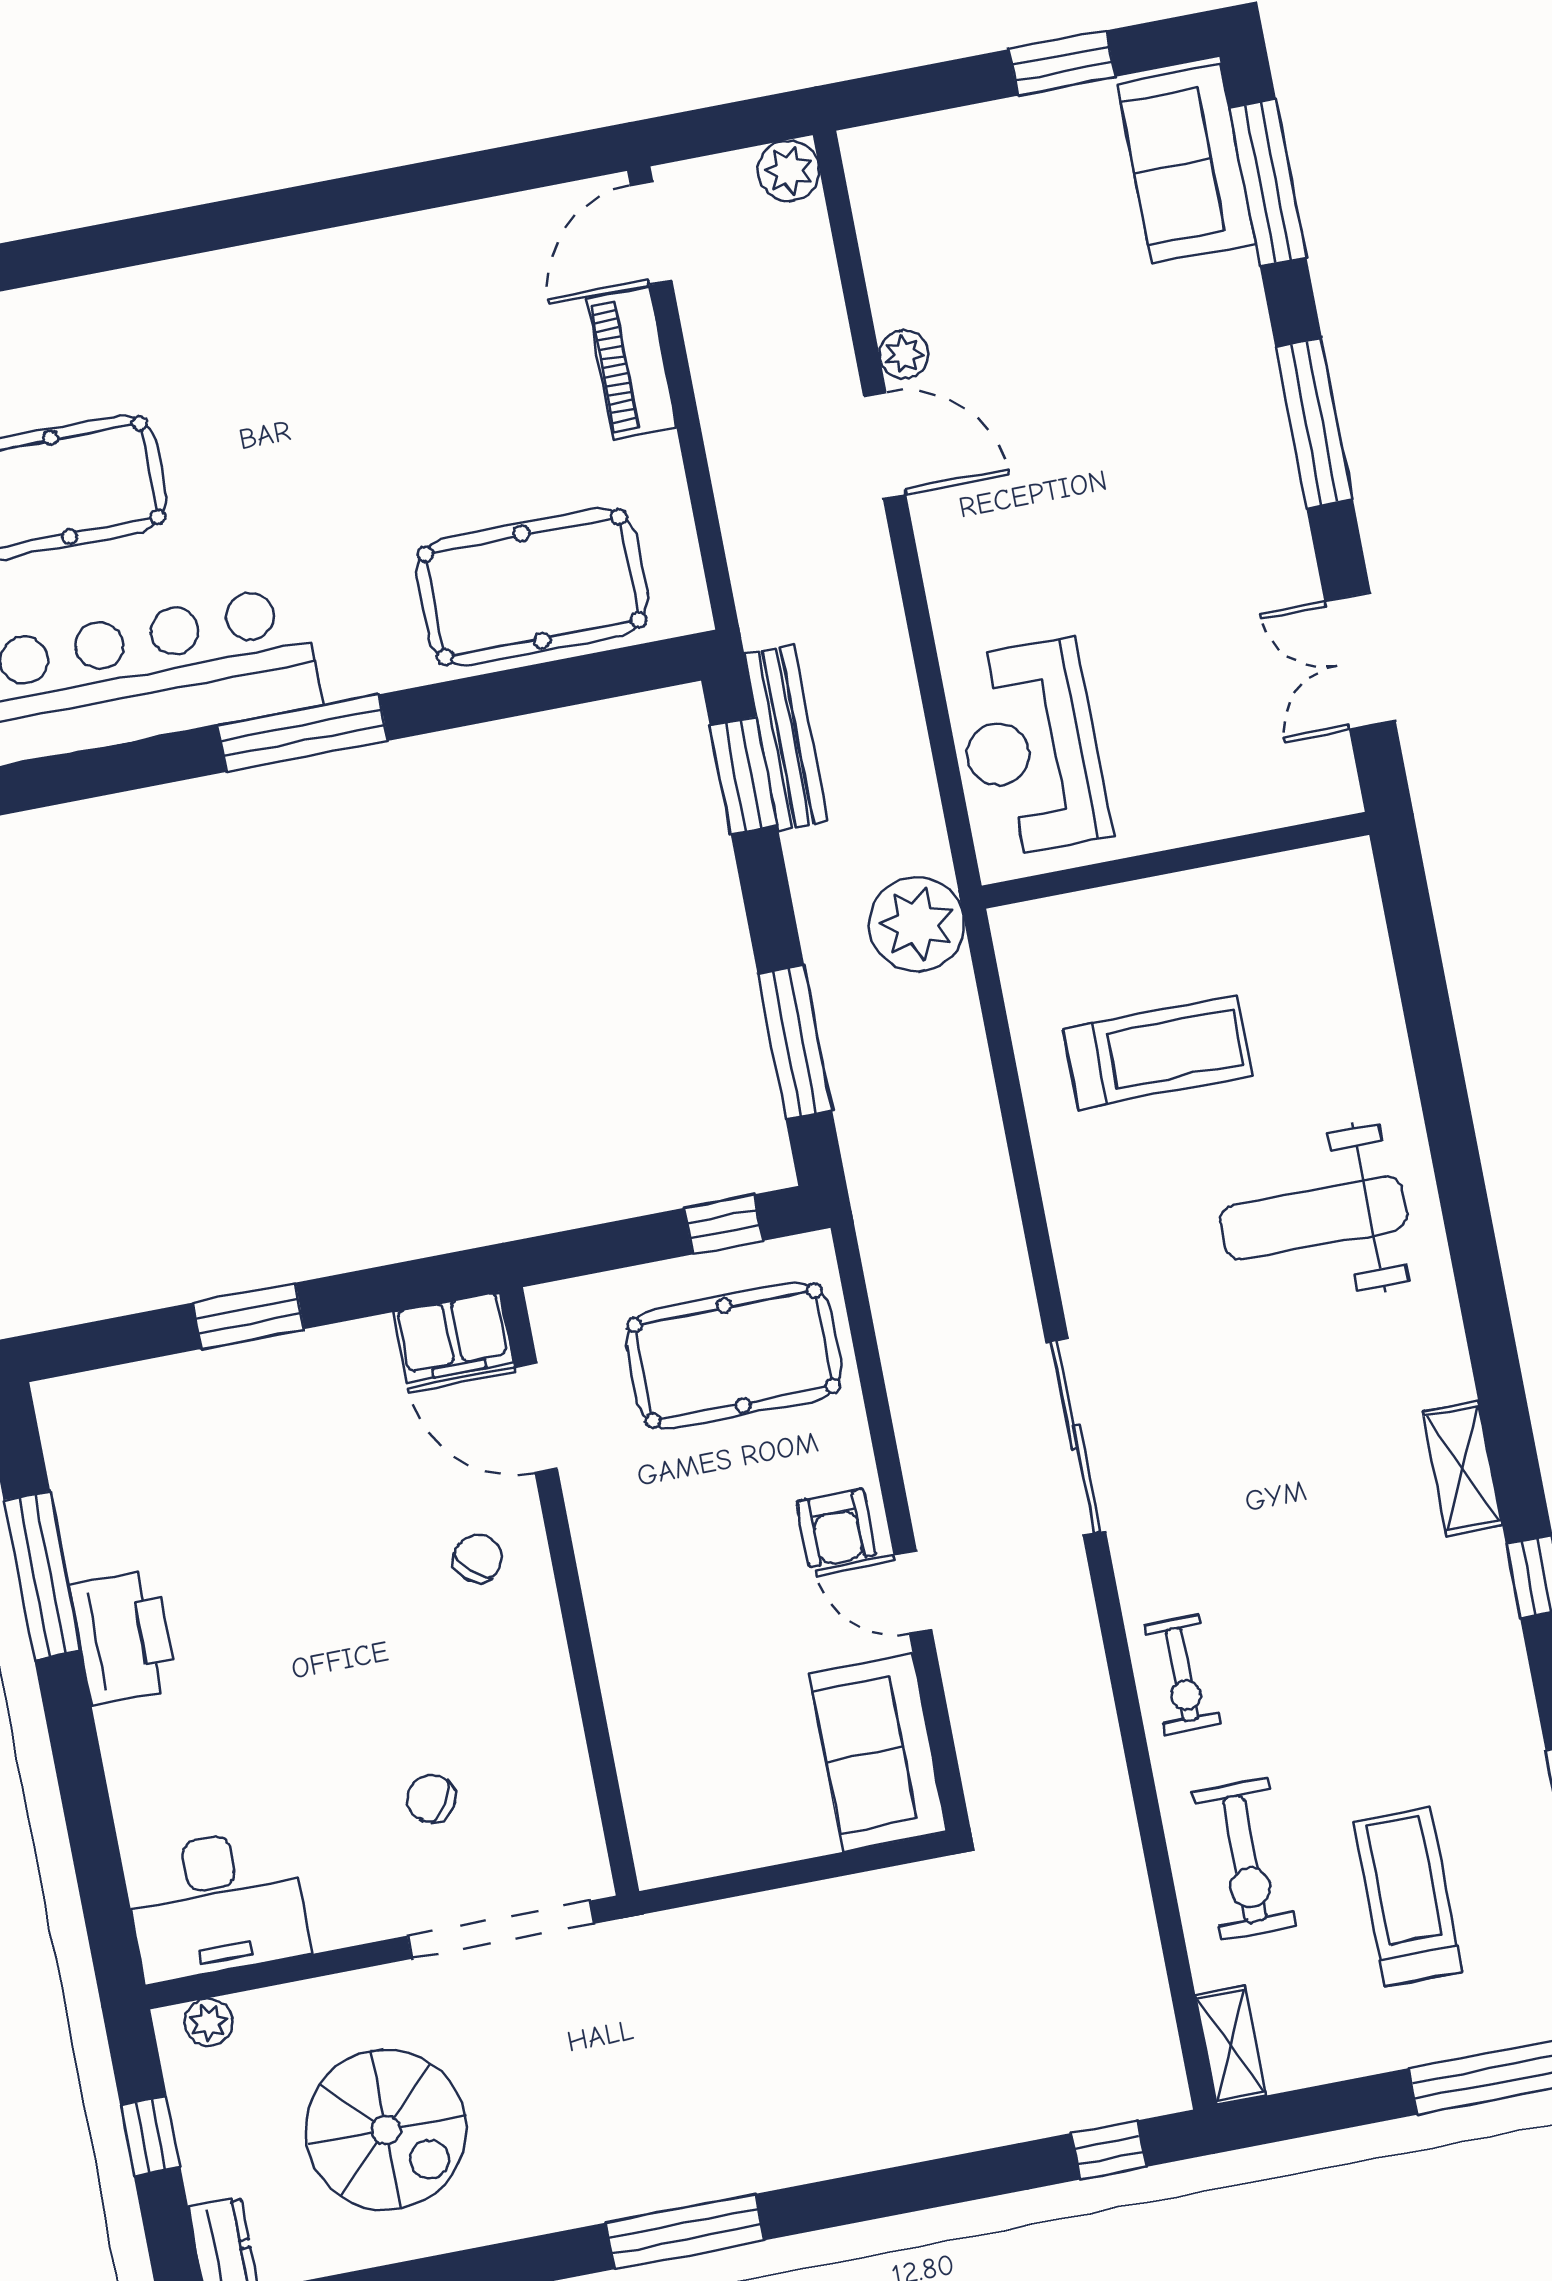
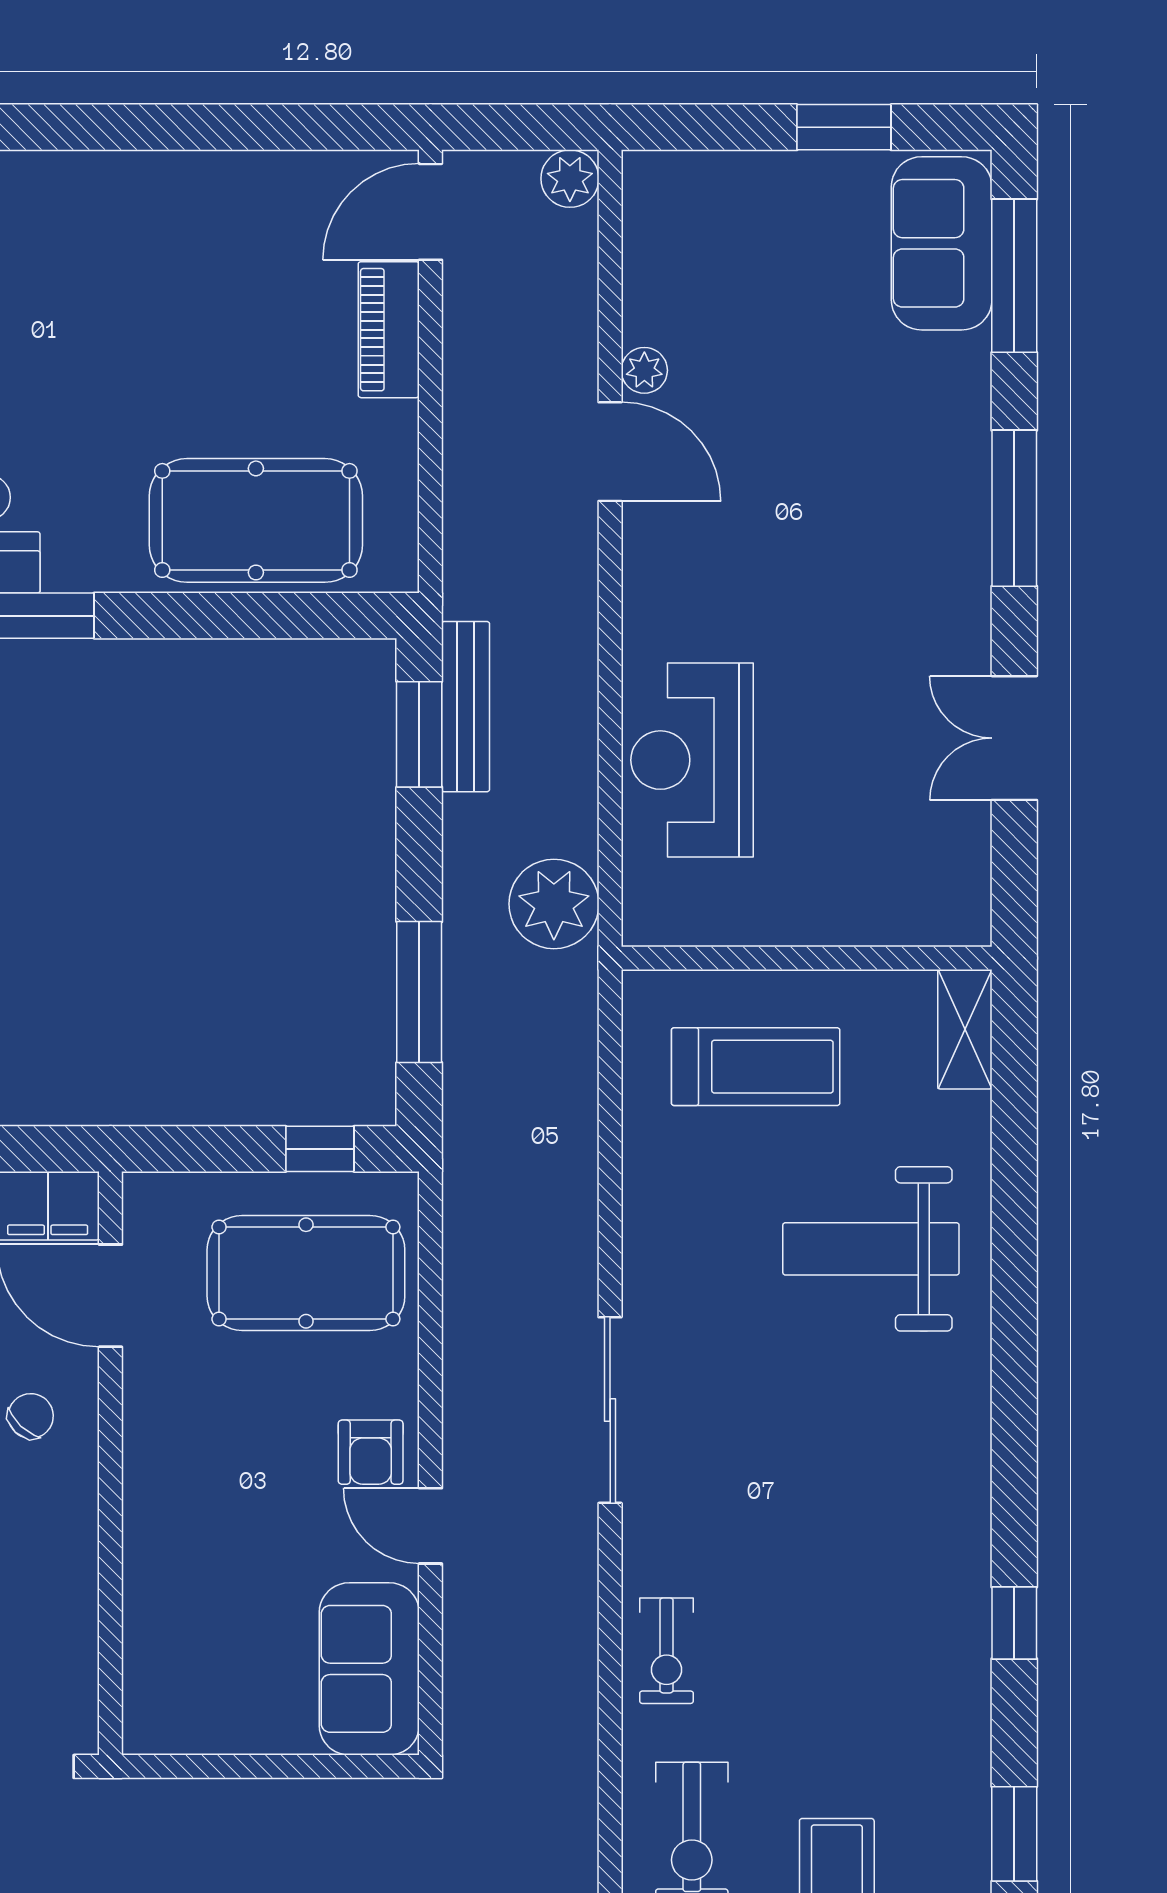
wall: (1175, 860) -> (807, 958), moved
shelving: (1462, 1468) -> (965, 1029), moved

